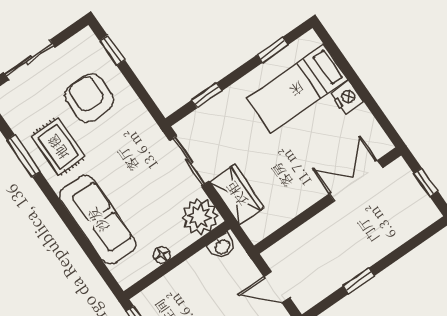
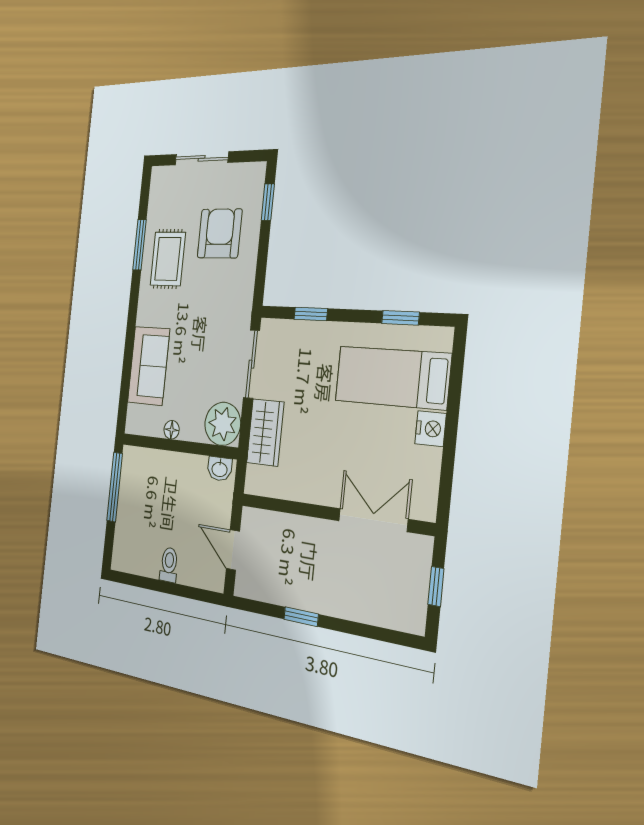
sofa: (98, 220) -> (149, 366), width x0.73

